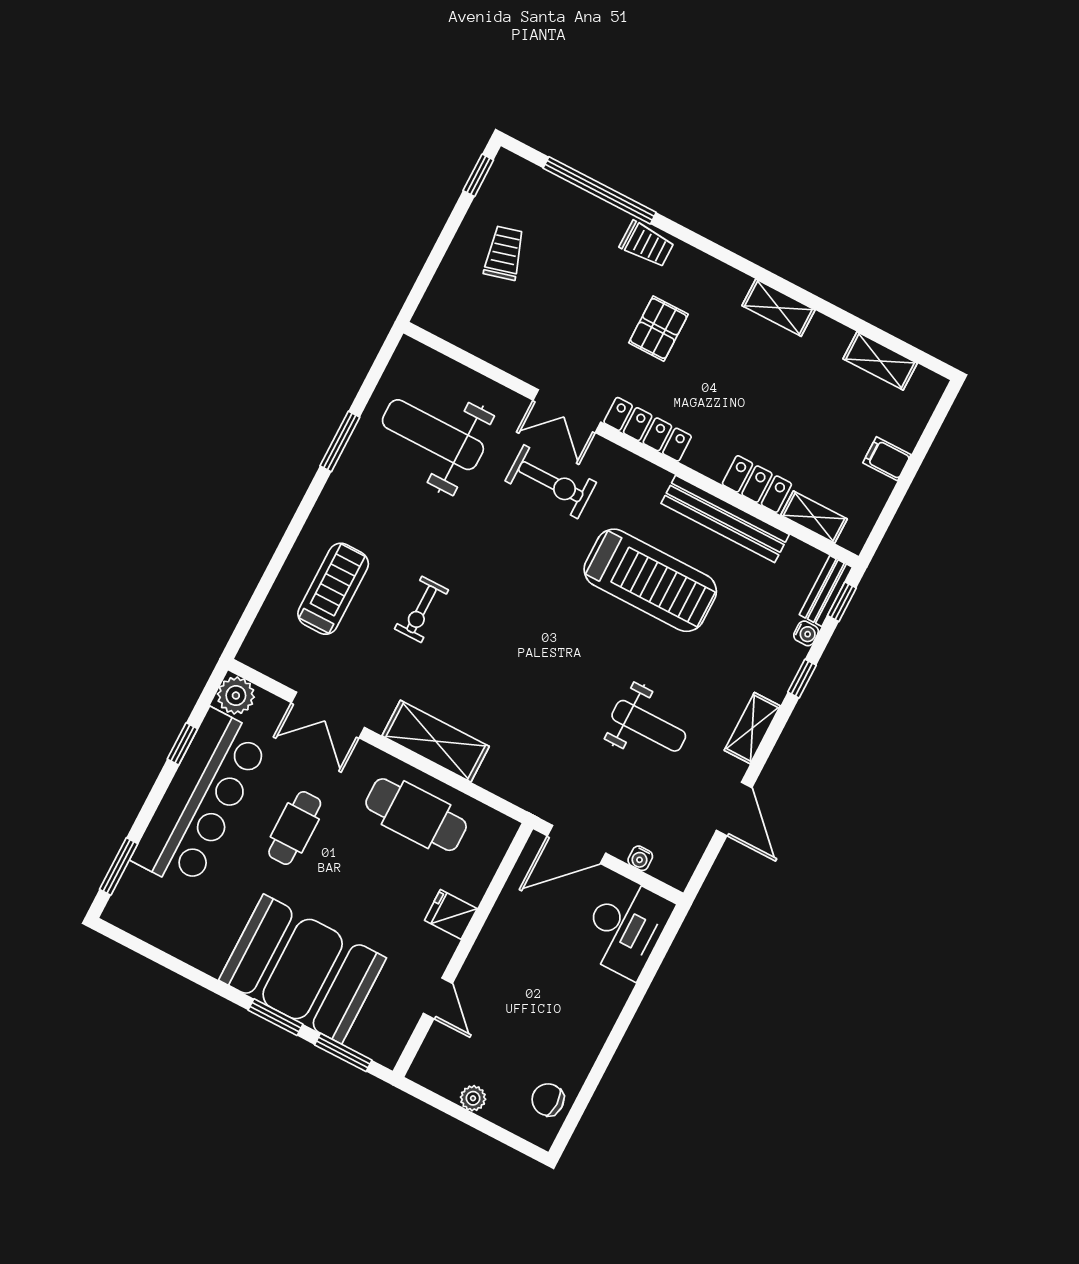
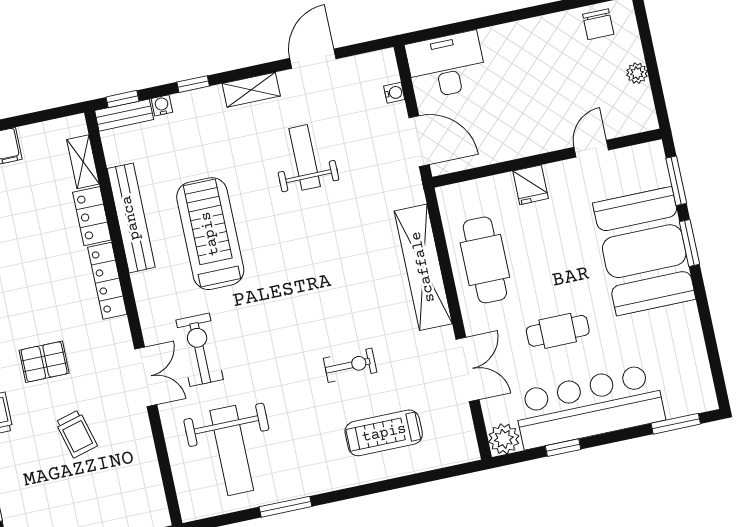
trolley: (504, 253) -> (76, 434), moved, turned -90
locker: (648, 429) -> (107, 281), moved
shelving: (436, 741) -> (423, 267), width x1.47

